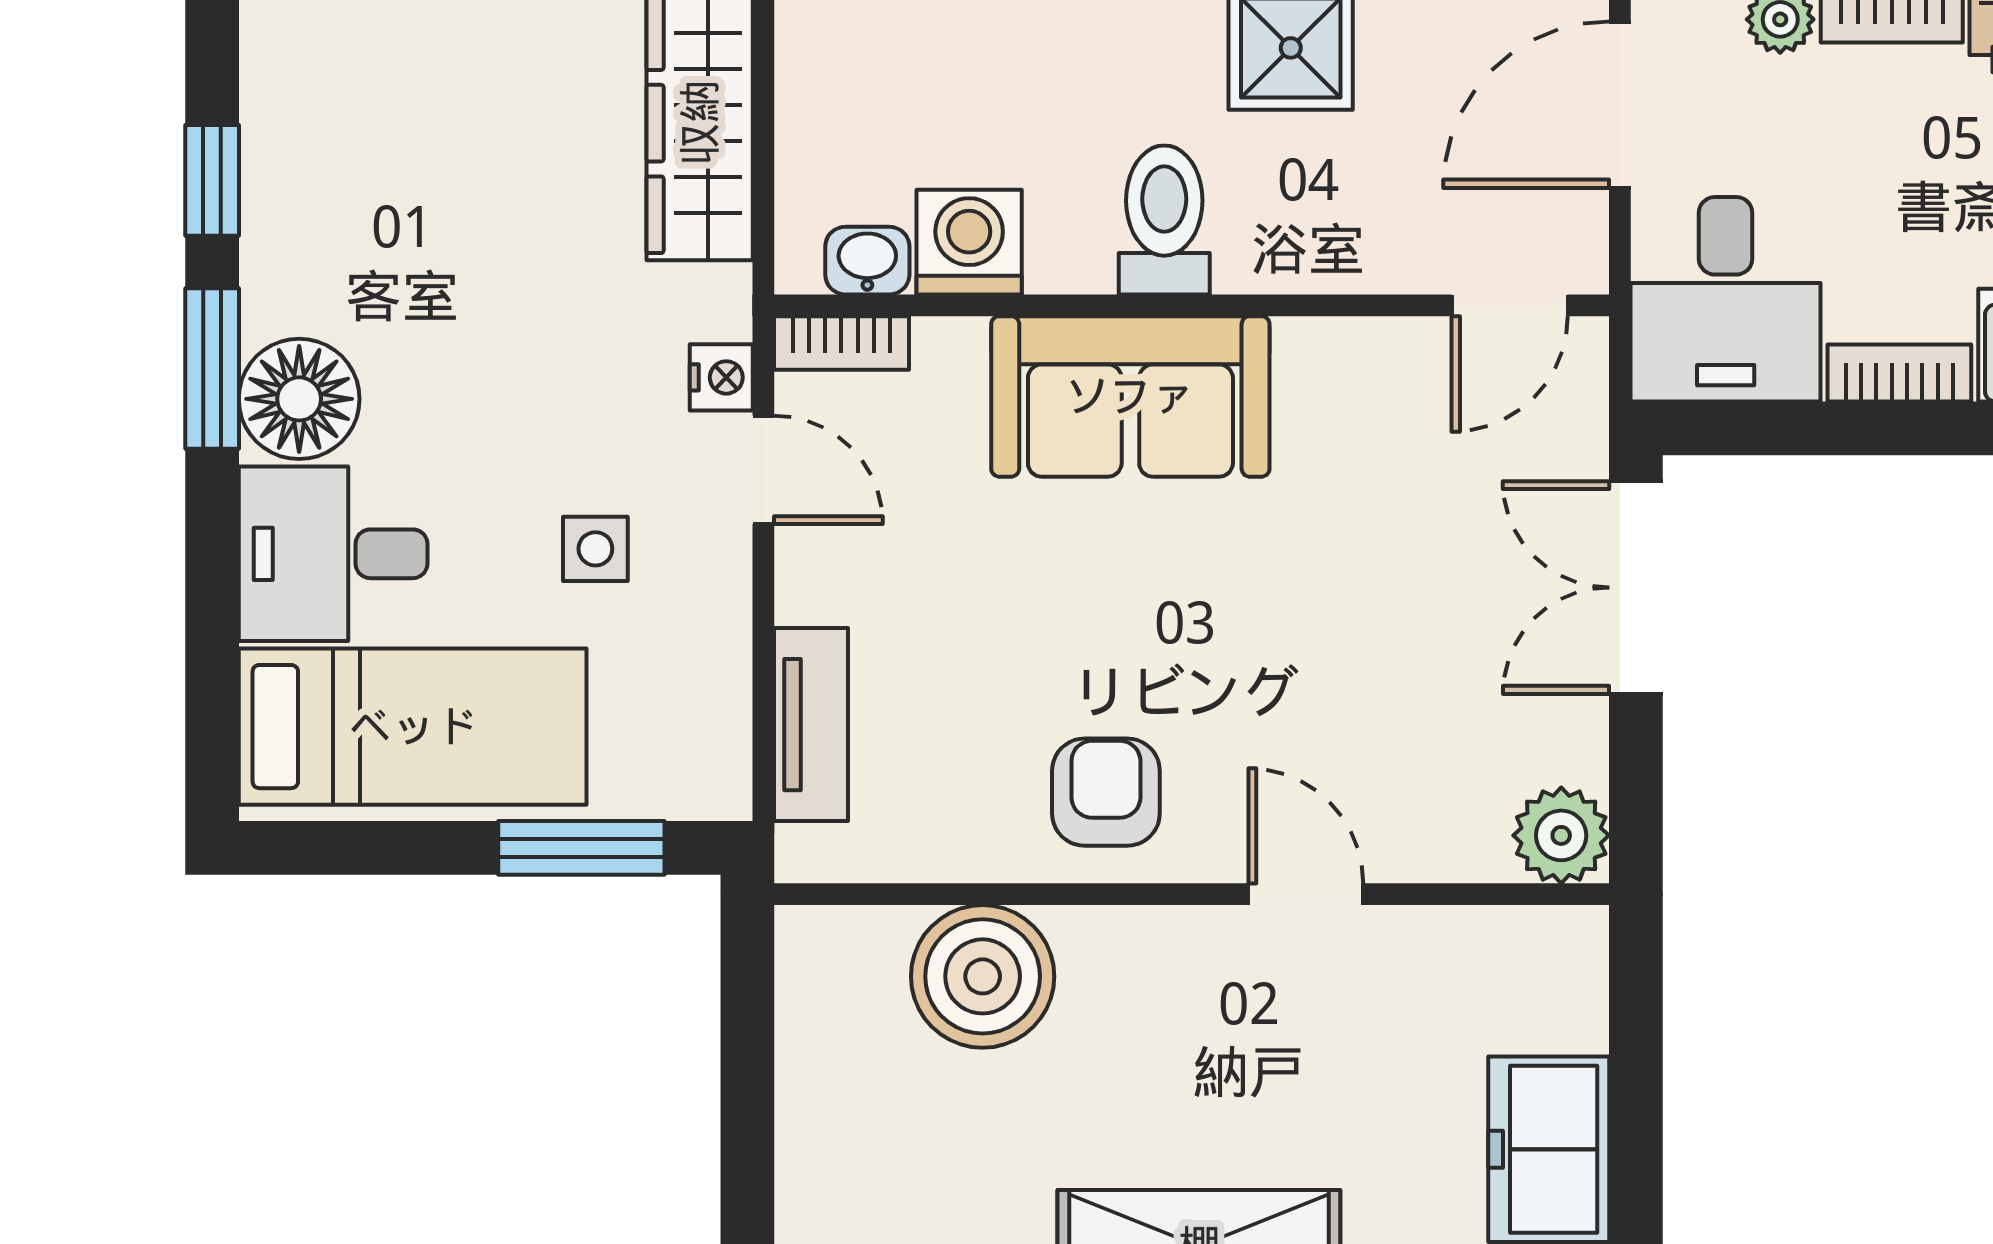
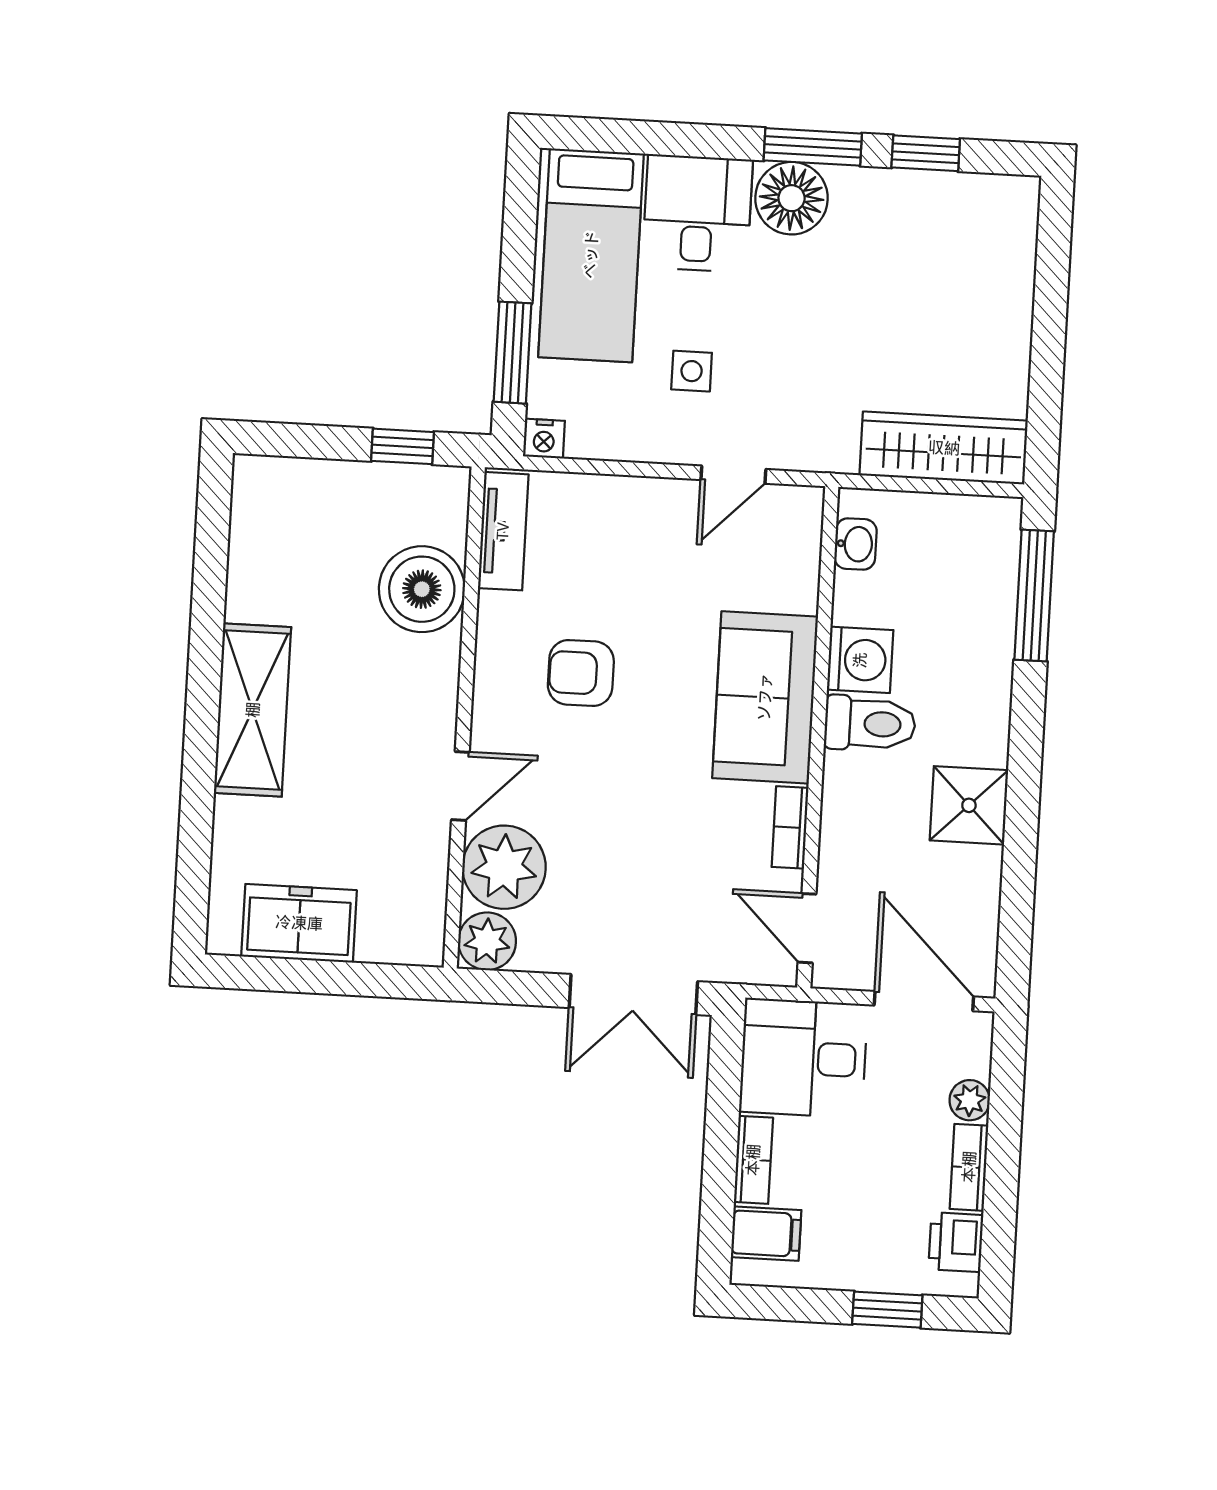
washing machine: (969, 242) -> (860, 660), moved
bookcase: (841, 343) -> (790, 827), moved
nightstand: (721, 377) -> (544, 439), moved
double door: (1636, 588) -> (633, 995), swing flipped
tv unit: (811, 725) -> (503, 531), moved, turned -90
armchair: (1106, 792) -> (581, 673), moved, turned 180
plant: (1437, 814) -> (504, 867), added
window: (747, 1022) -> (402, 446), added

